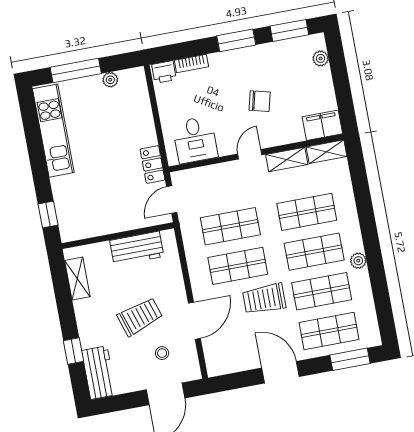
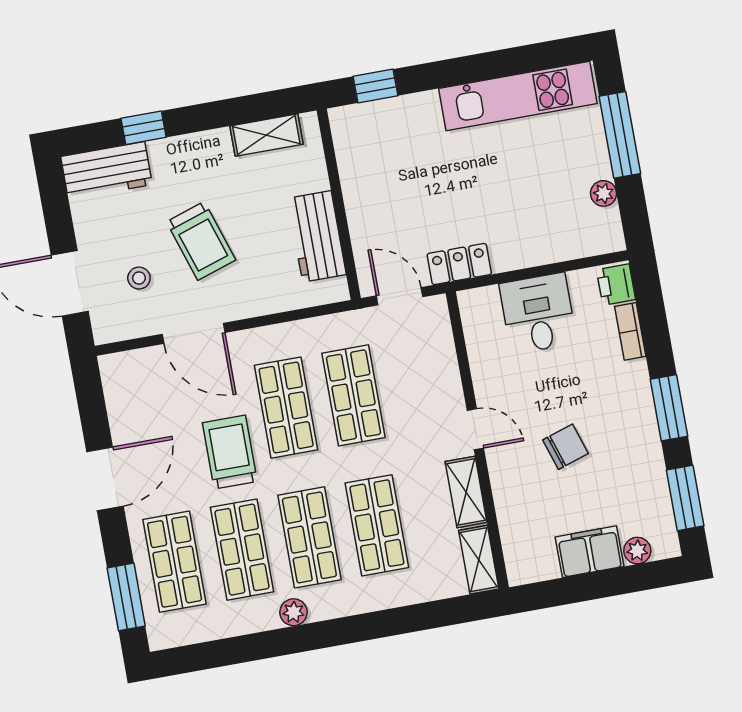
chair: (260, 101) -> (566, 447), turned -122
filing cabinet: (322, 125) -> (590, 552), moved, turned -90
desk: (195, 140) -> (538, 313), moved, turned 90

